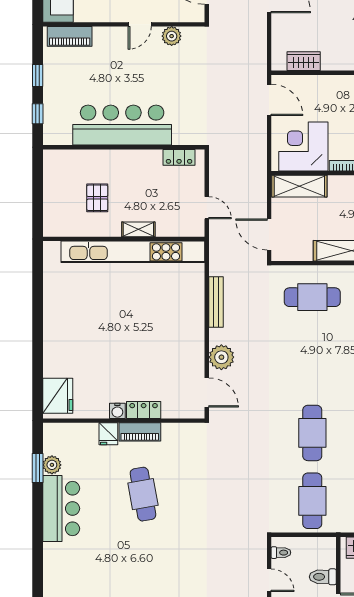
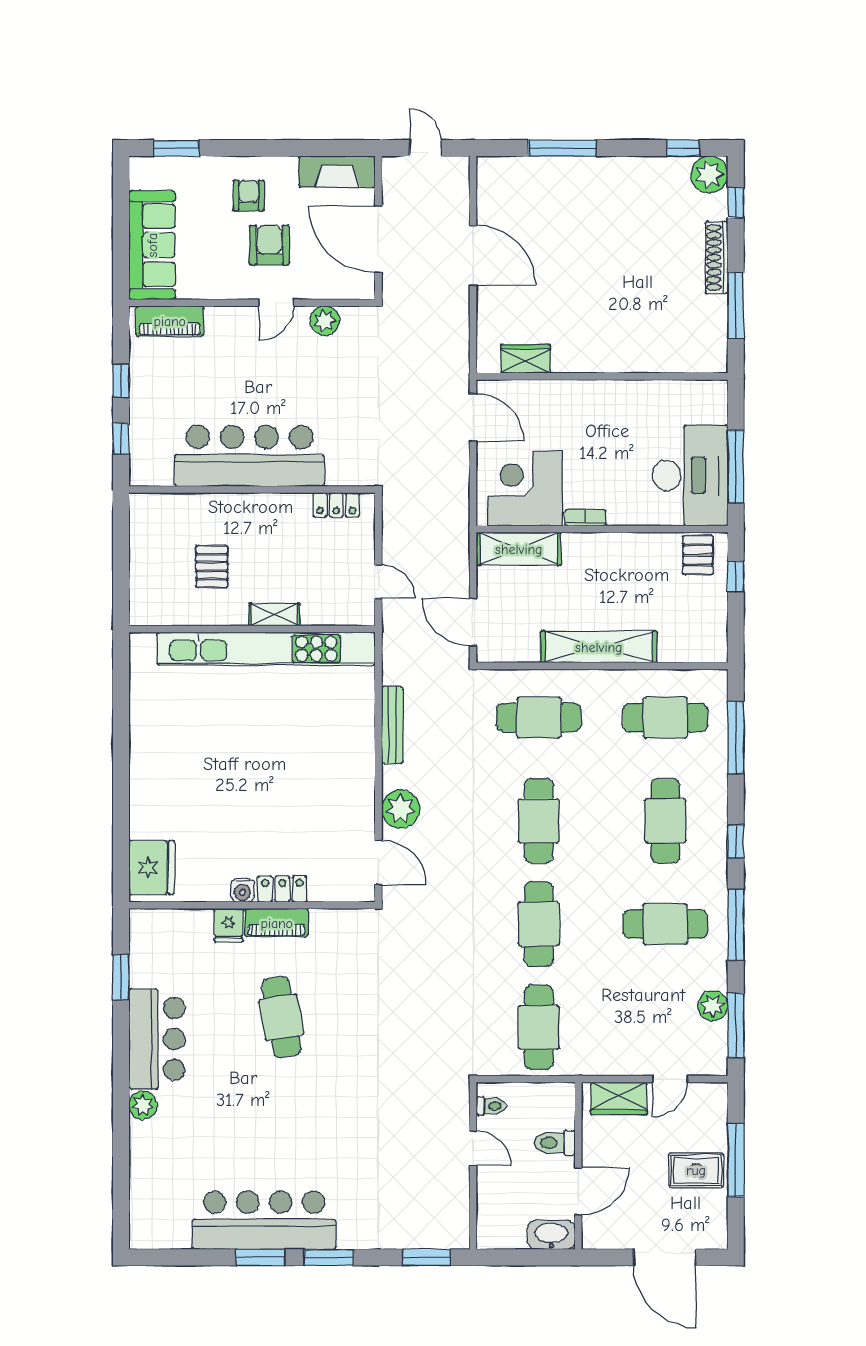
cafe table: (312, 365) -> (539, 821), added
plant: (52, 465) -> (143, 1105), moved

